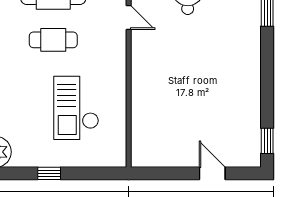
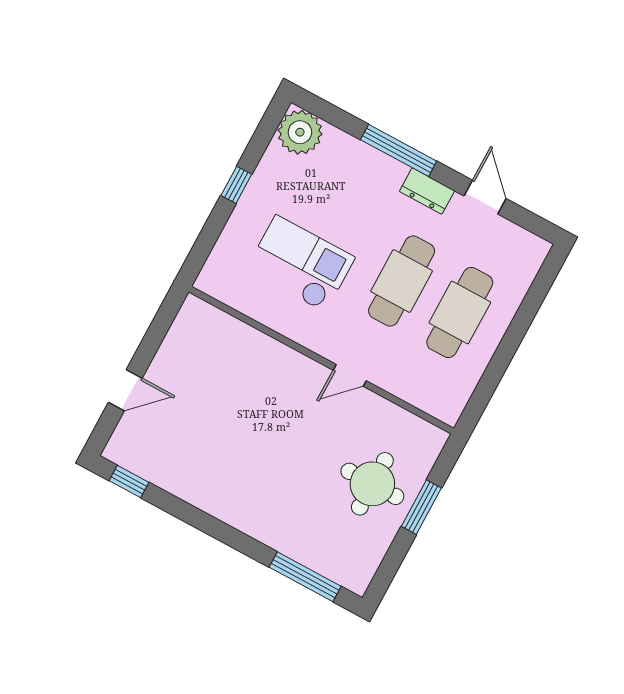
door: (129, 17) -> (350, 375), moved
cafe table: (53, 40) -> (402, 281), width x1.37, depth x1.35

